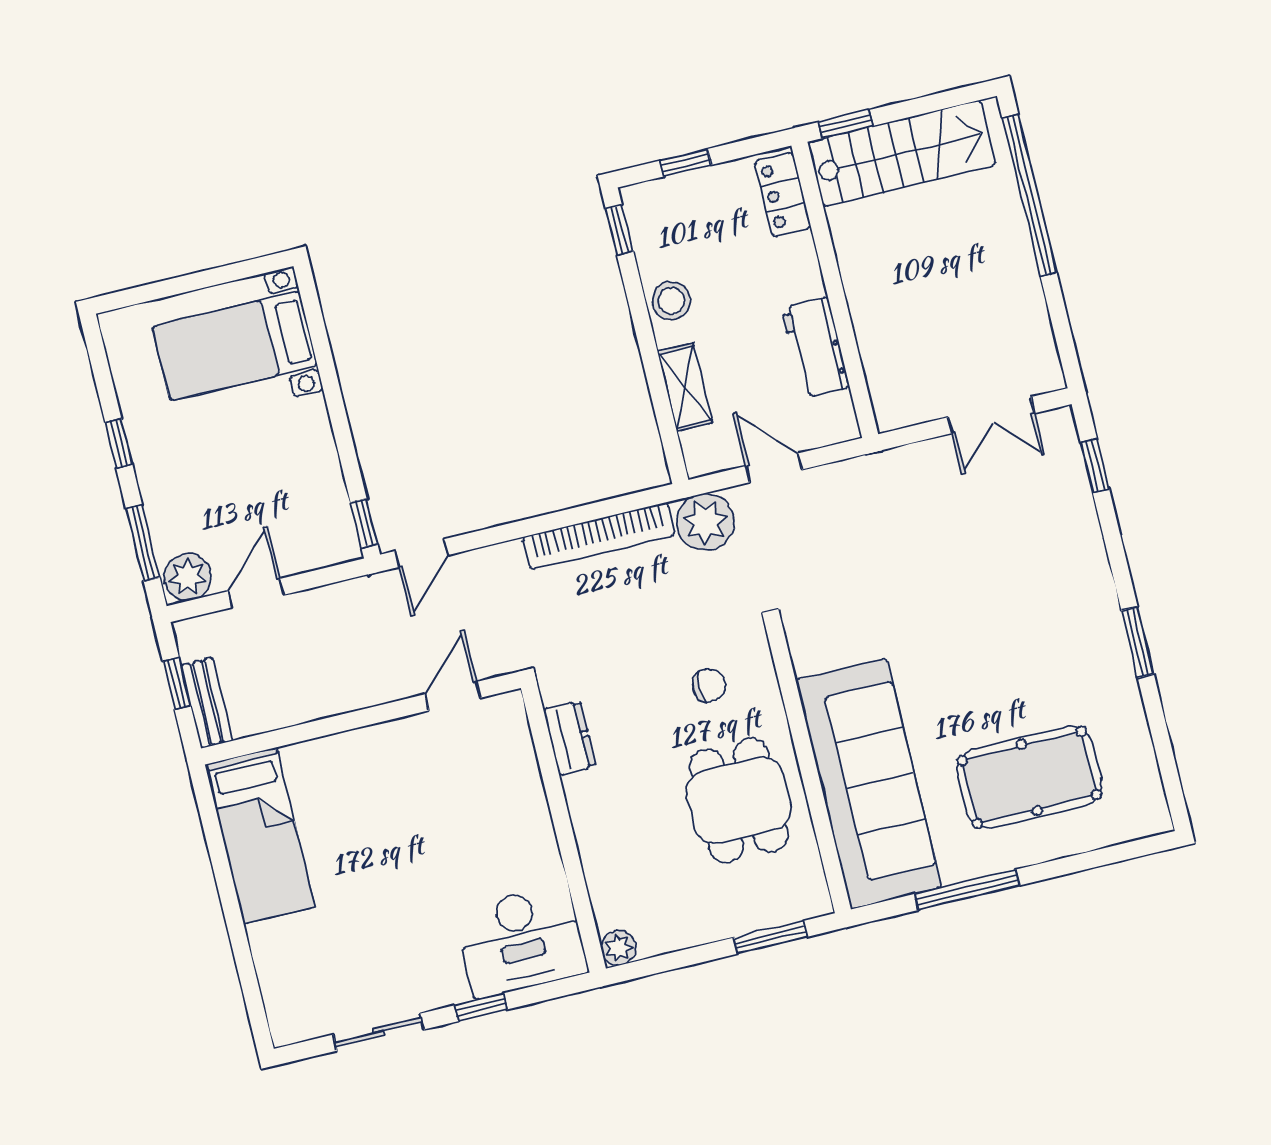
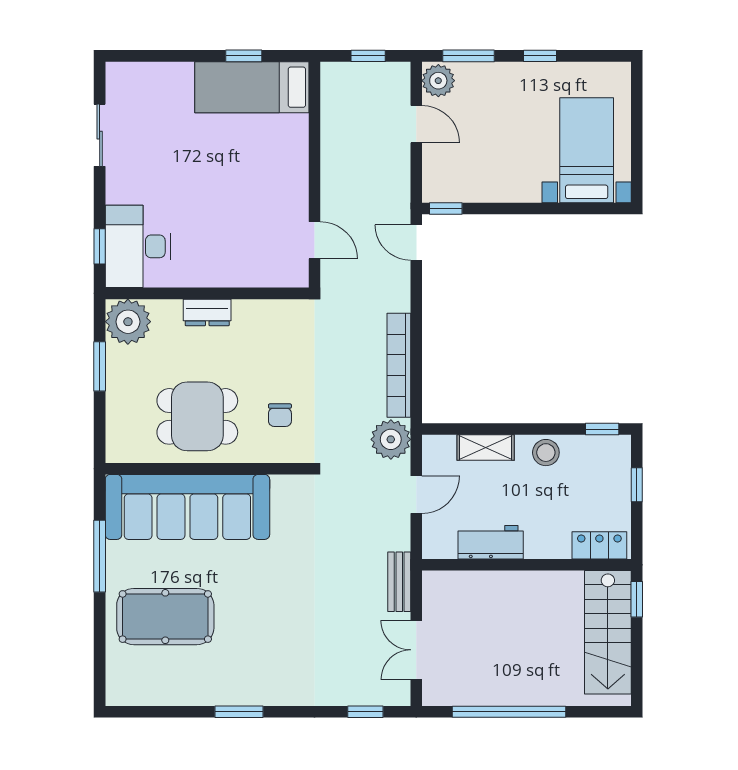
window: (1029, 195) -> (509, 712), moved
bench: (207, 703) -> (399, 582), moved, turned 90
dresser: (570, 738) -> (207, 312), moved
pool table: (1029, 777) -> (165, 617), turned 90
window: (219, 857) -> (244, 56), added
window: (770, 937) -> (100, 366), moved
plant: (619, 948) -> (128, 322), width x1.88, depth x1.88
window: (481, 1007) -> (100, 246), moved

